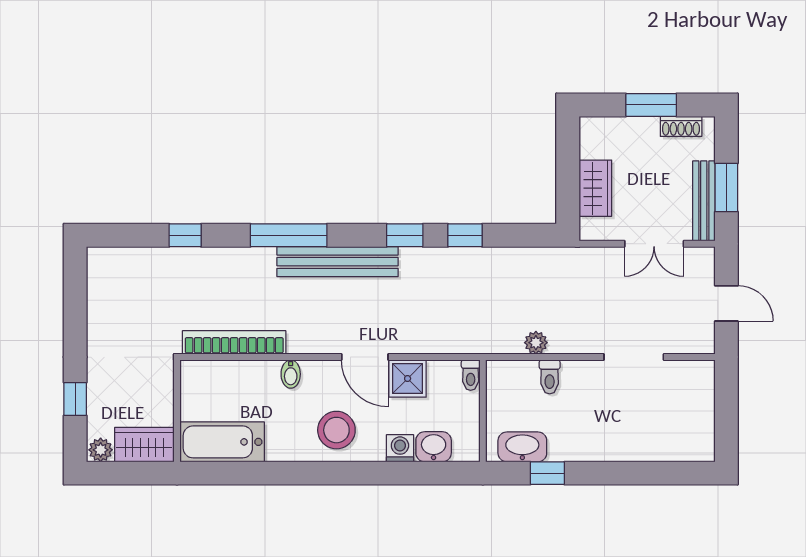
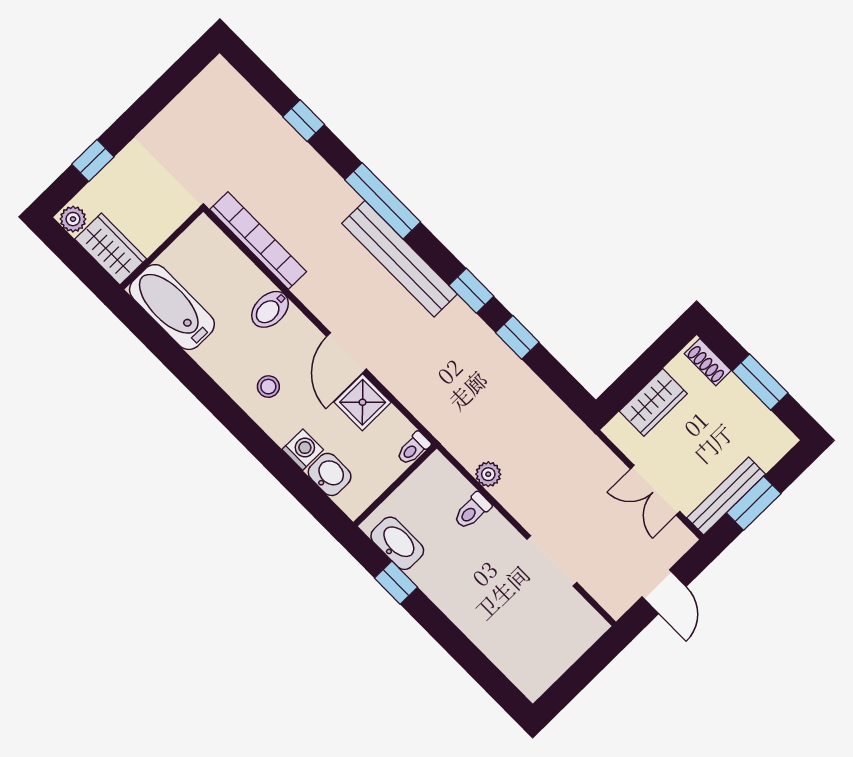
shoe rack: (681, 126) -> (708, 362), moved
bidet: (291, 374) -> (270, 309), width x1.38, depth x1.36
stool: (336, 430) -> (268, 387), width x0.53, depth x0.53

